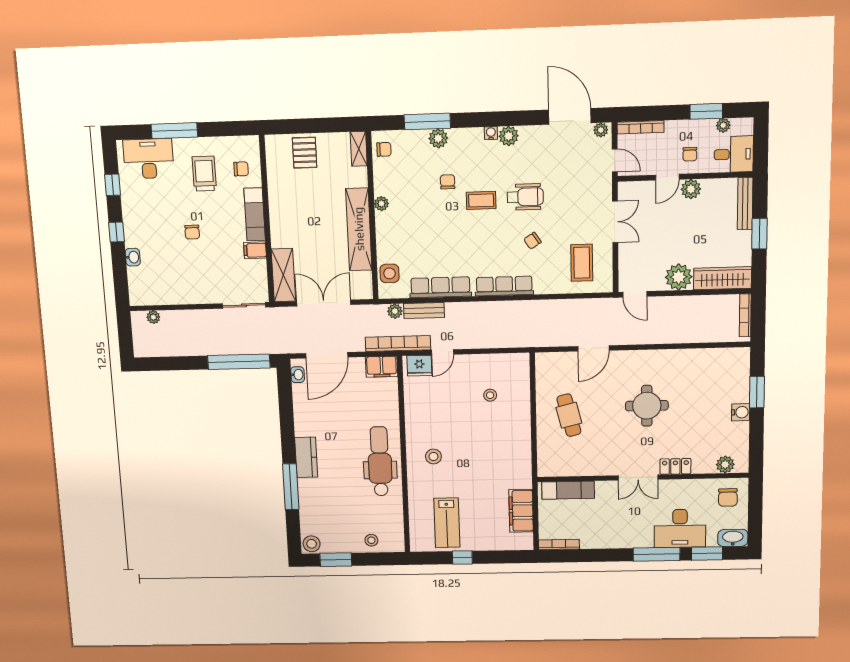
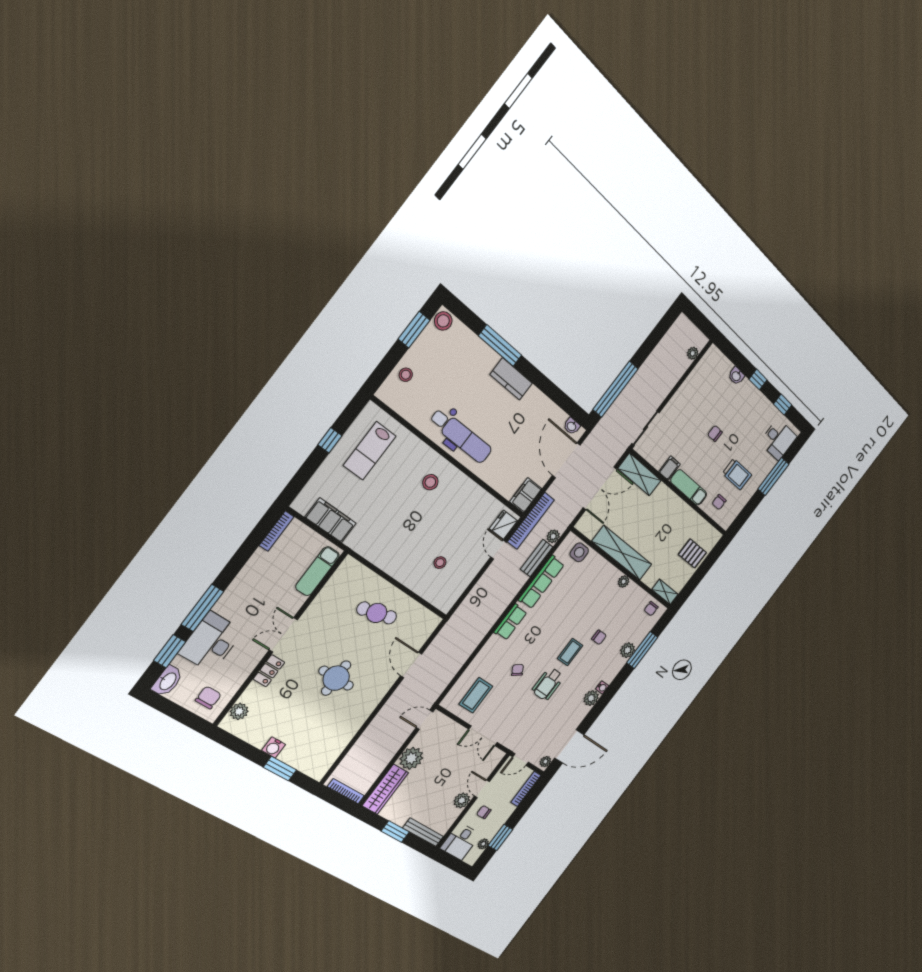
desk: (148, 159) -> (778, 439), width x0.73
coffee table: (582, 263) -> (476, 695), turned 90
row of seats: (504, 286) -> (511, 622), width x0.68
chair: (728, 497) -> (208, 698), turned 90
lab bench: (447, 523) -> (370, 451), turned -90

